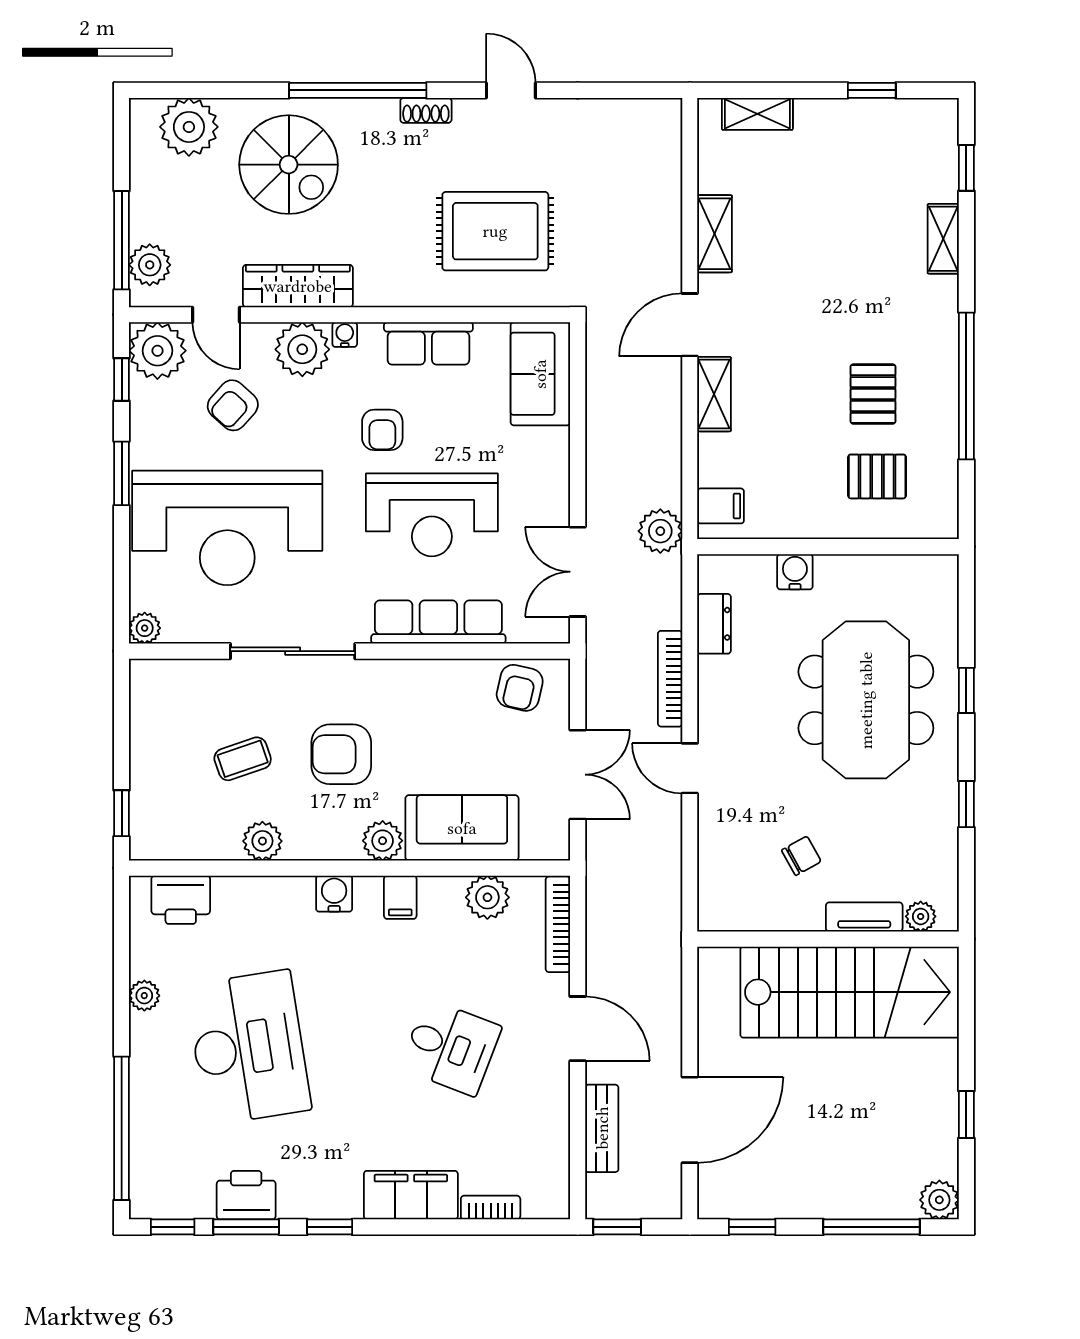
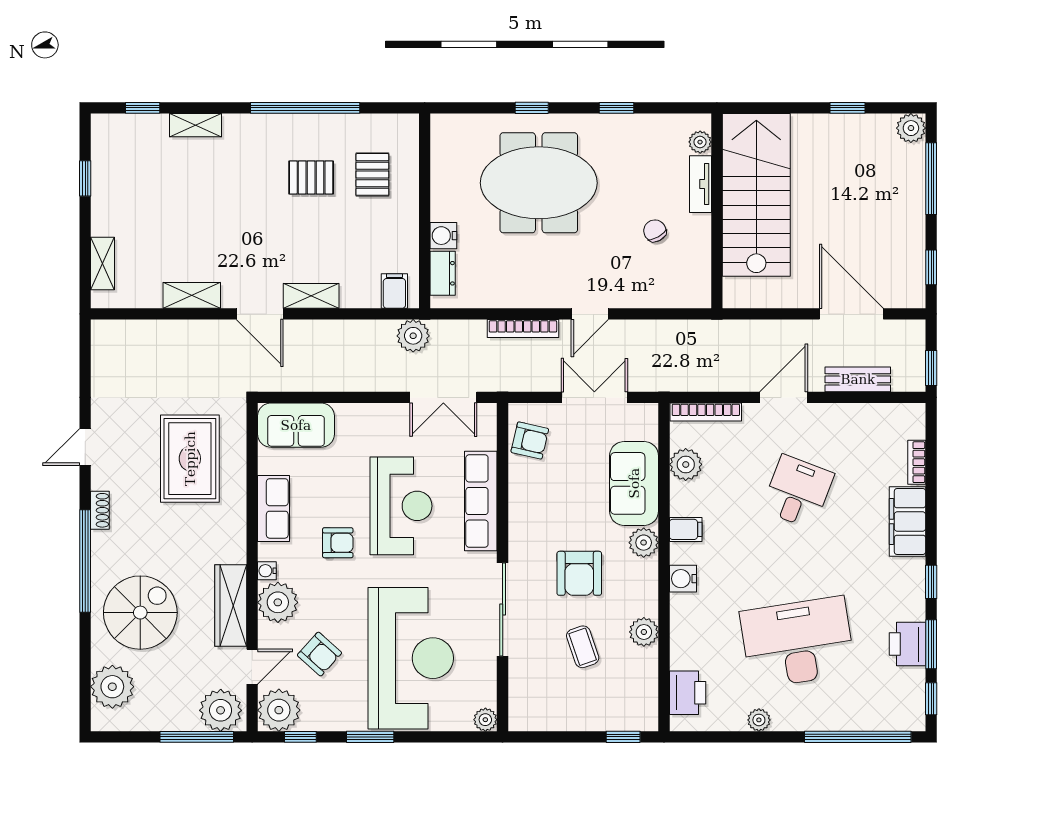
plant: (150, 265) -> (221, 710), width x1.36, depth x1.36
dresser: (714, 624) -> (443, 273), moved, turned 90

